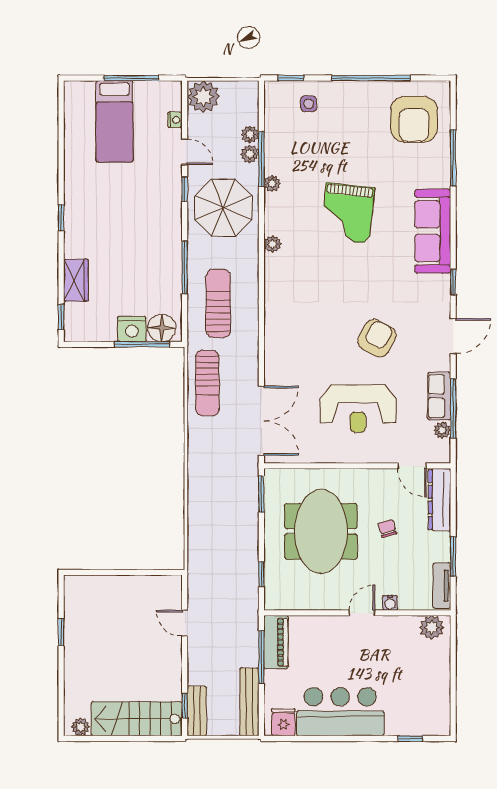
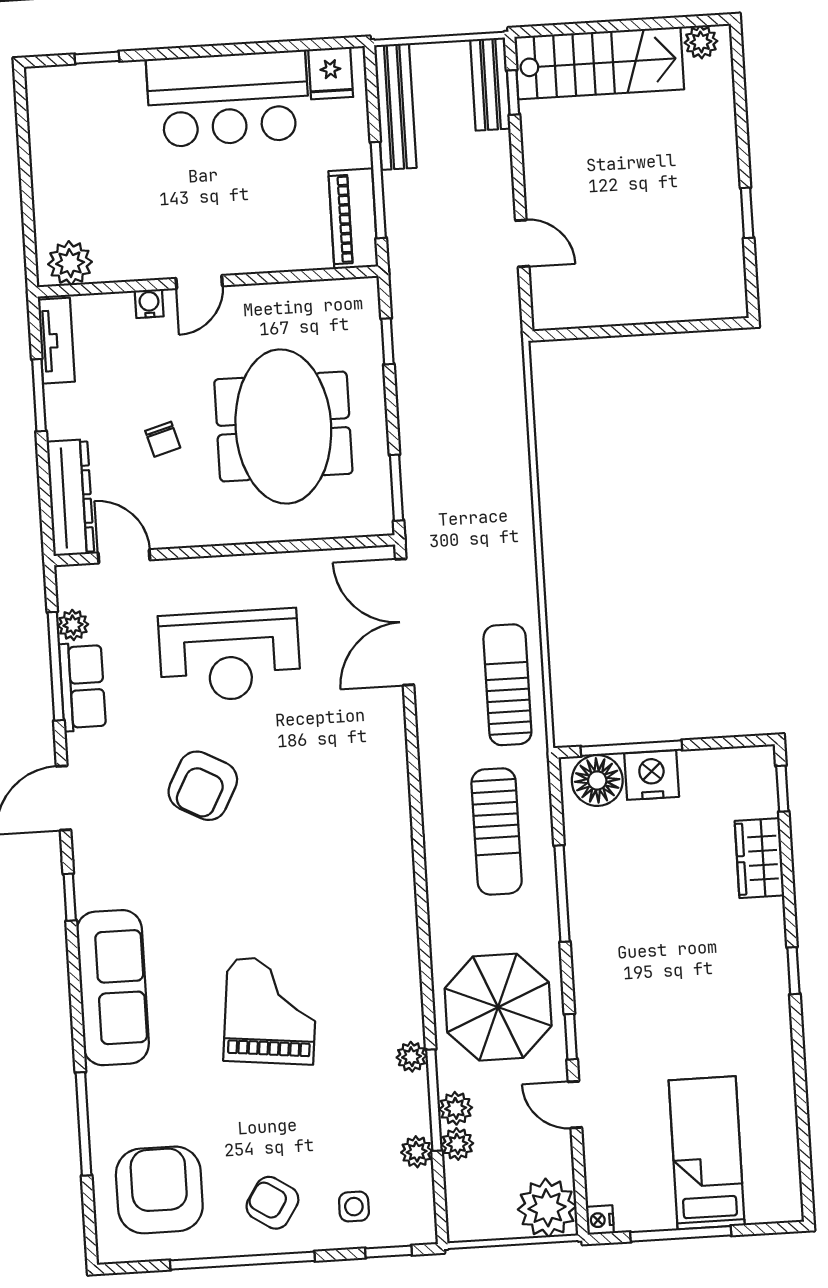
armchair: (353, 109) -> (272, 1203), added
nightstand: (175, 120) -> (600, 1220), moved
plant: (273, 244) -> (417, 1152), moved
reception desk: (358, 408) -> (229, 655), turned 180

